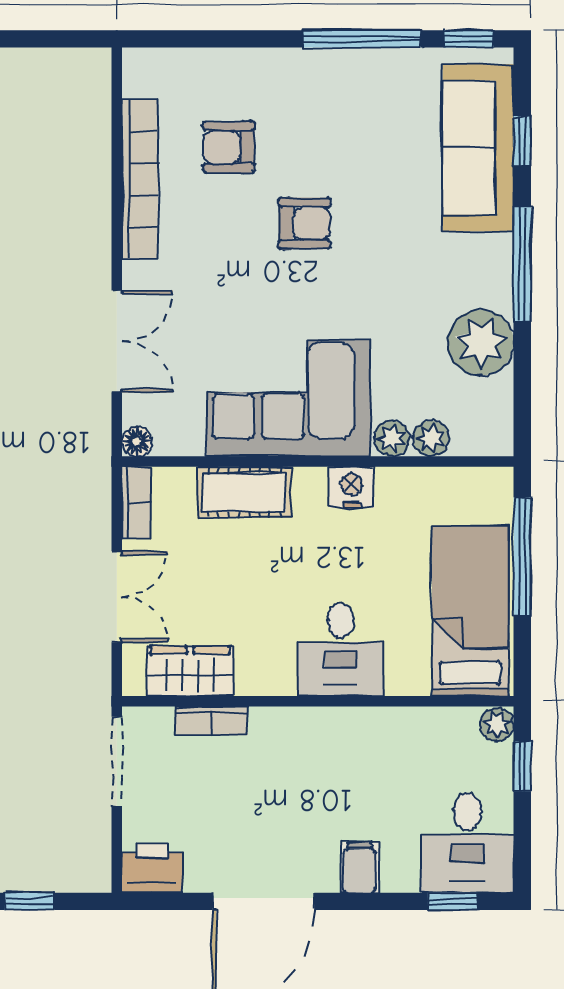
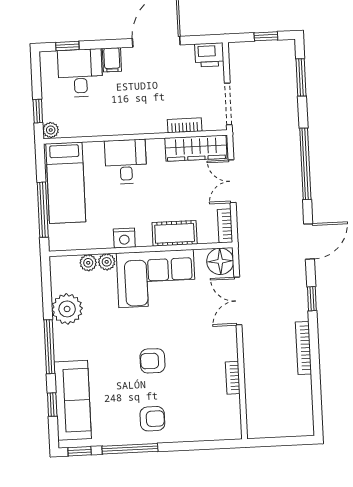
armchair: (229, 147) -> (152, 419), moved
bookcase: (140, 179) -> (233, 378), width x0.43, depth x0.76
floor lamp: (137, 441) -> (220, 261), width x1.89, depth x1.89
wardrobe: (190, 671) -> (196, 148), width x1.50
desk: (467, 843) -> (80, 73), moved

